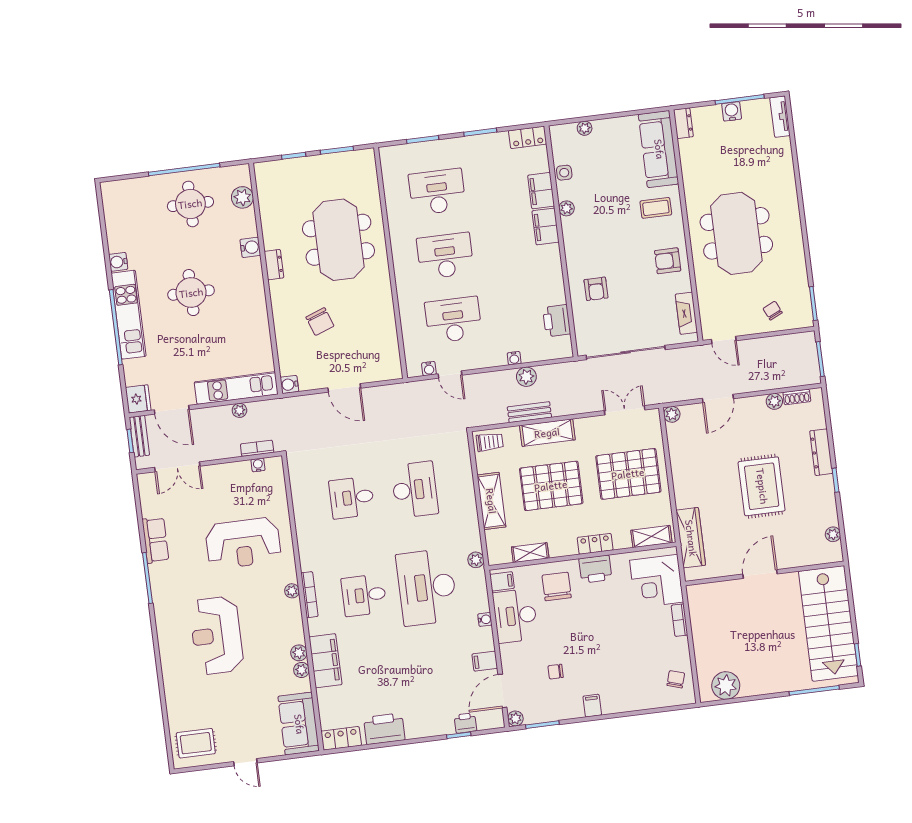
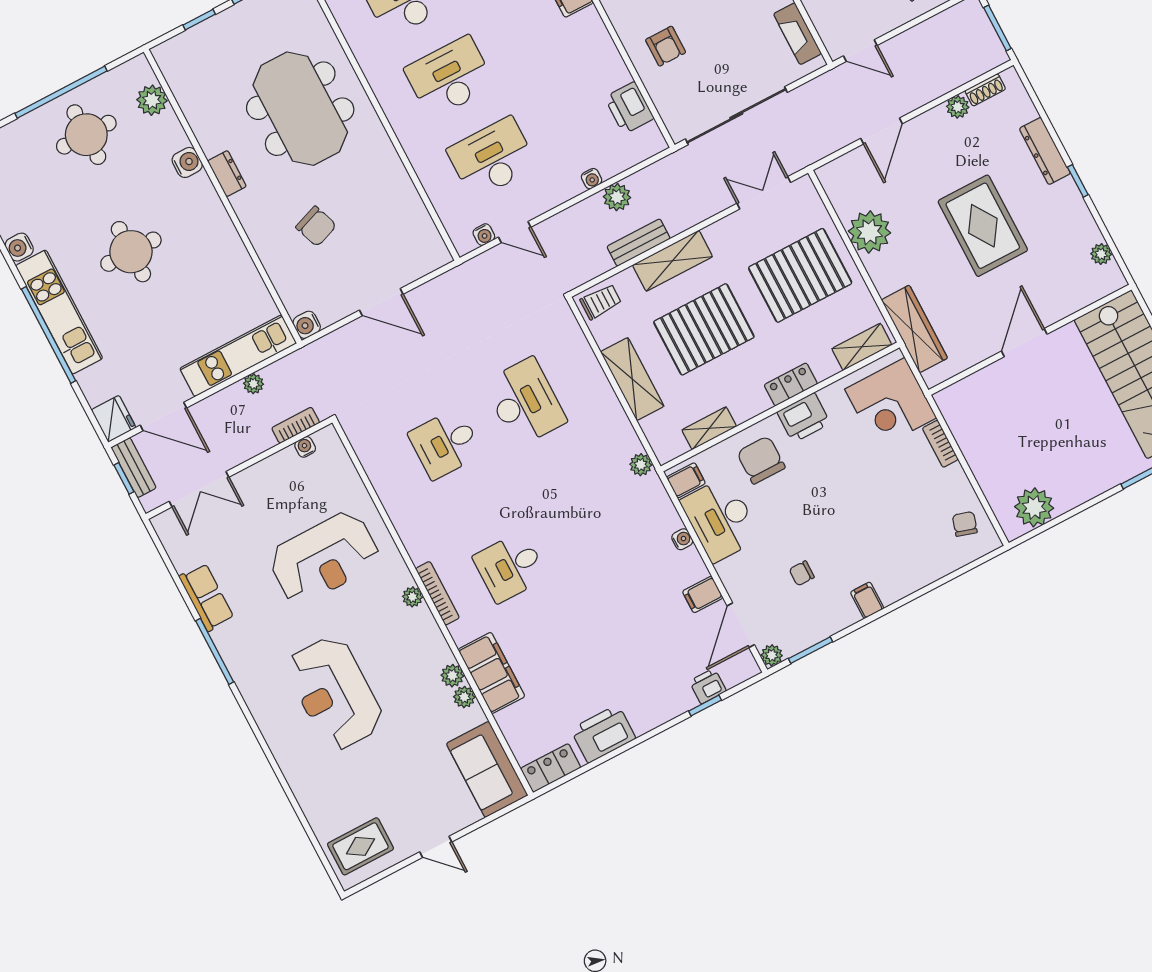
plant: (672, 414) -> (869, 232), moved, width x1.88, depth x1.88
desk: (427, 587) -> (589, 525), removed

